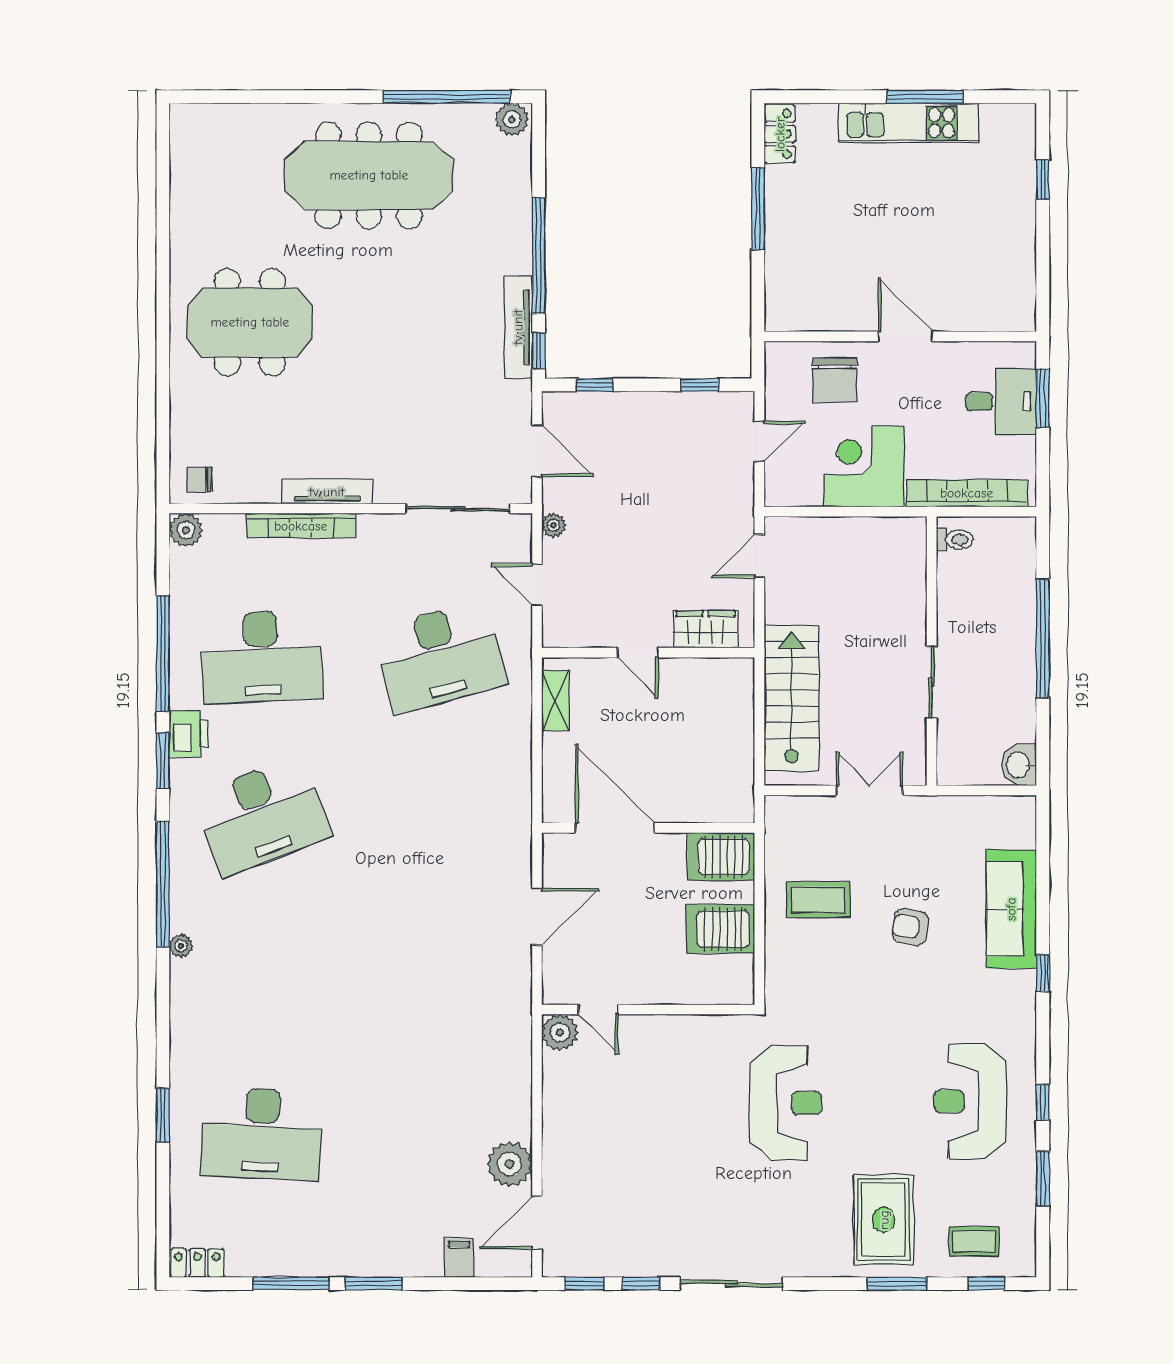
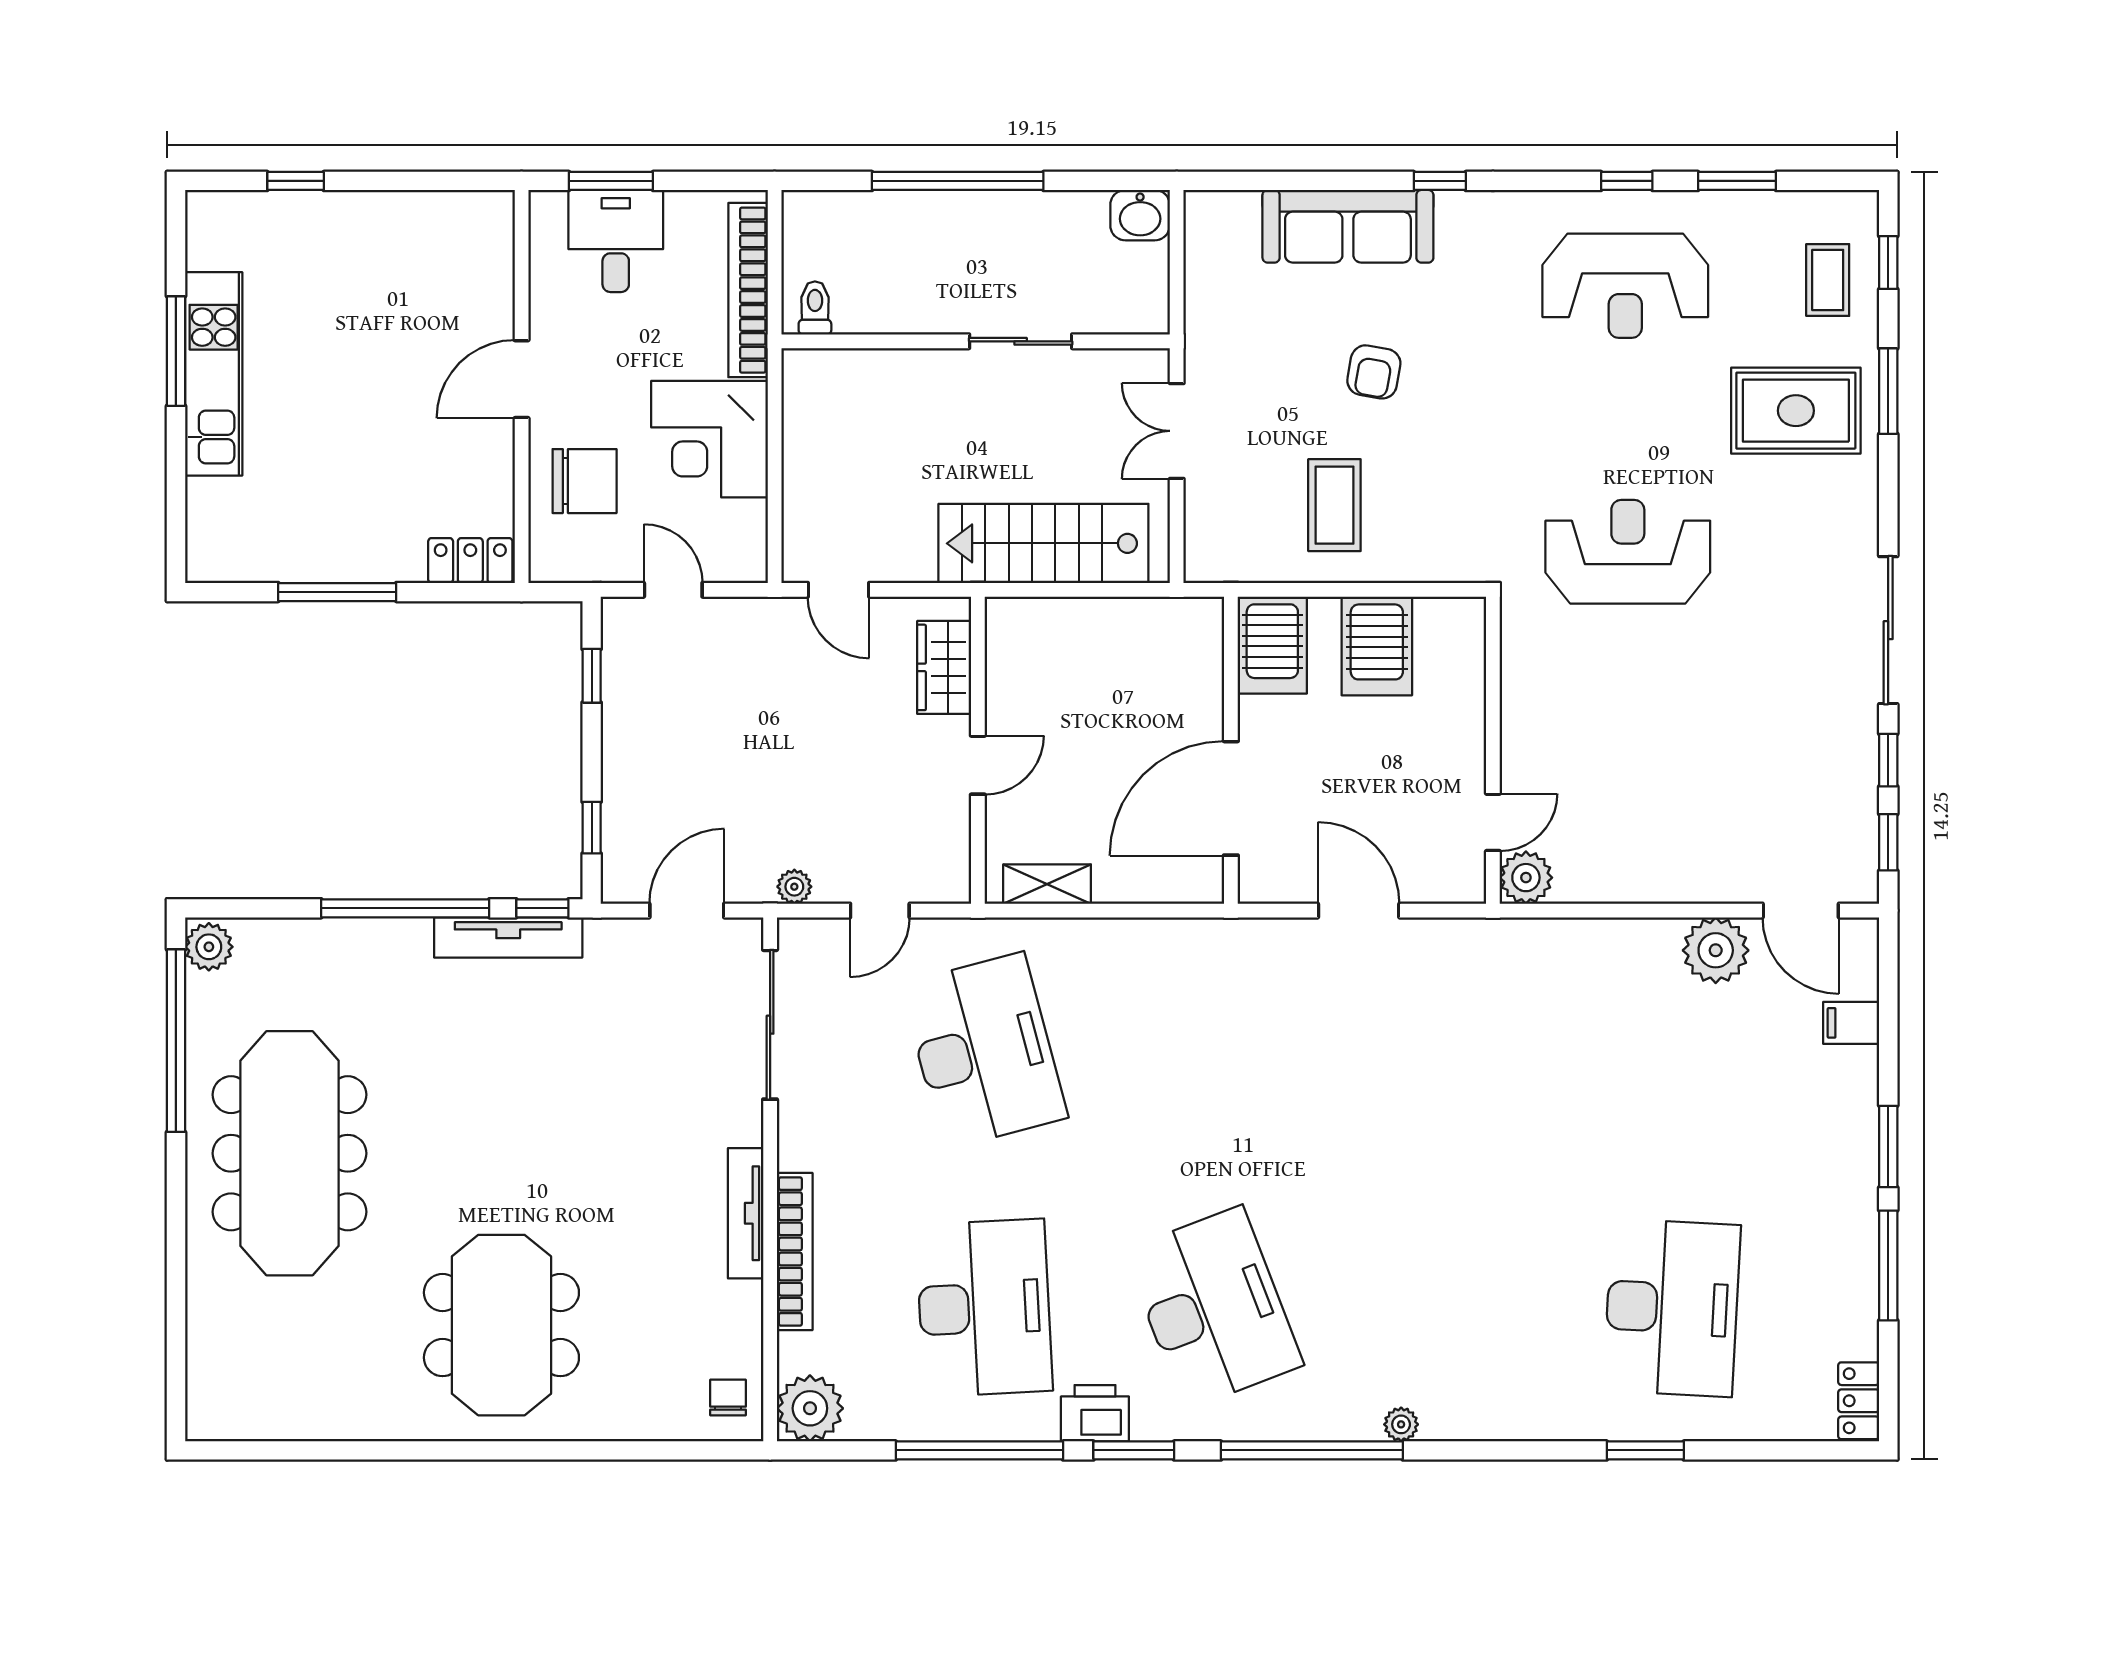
locker: (780, 134) -> (470, 561), moved
chair: (200, 479) -> (728, 1397), turned 180
plant: (186, 530) -> (810, 1408), width x1.36, depth x1.36

